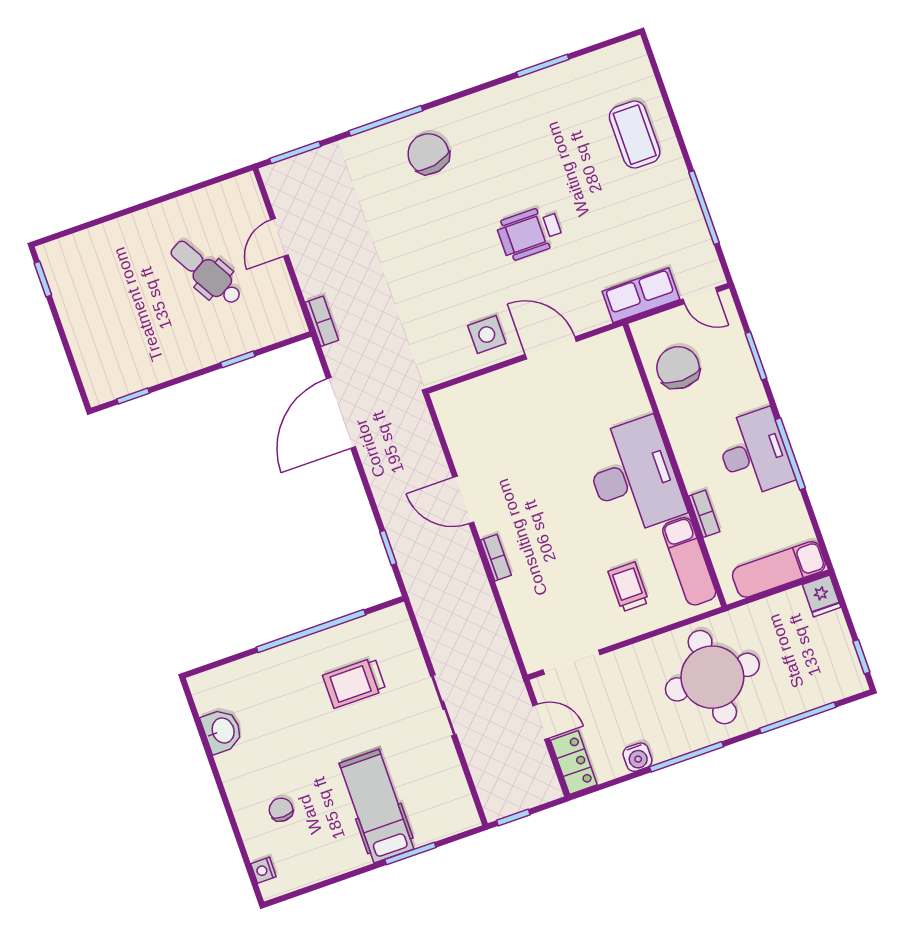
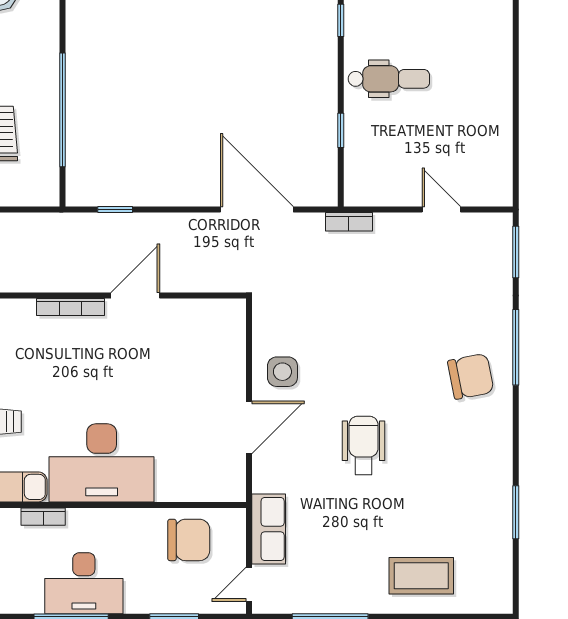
dental chair: (206, 273) -> (389, 79), moved, turned 30
bookcase: (496, 558) -> (71, 307), width x1.56

